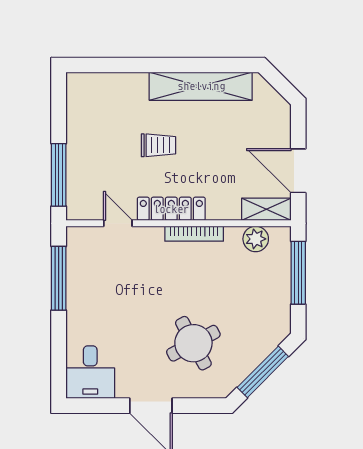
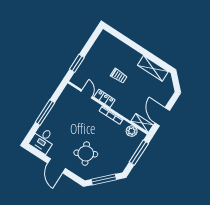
shelving: (201, 86) -> (153, 68), width x0.68
window: (59, 175) -> (77, 63), width x0.69
locker: (171, 209) -> (104, 98), width x0.66
window: (59, 278) -> (45, 112), moved

